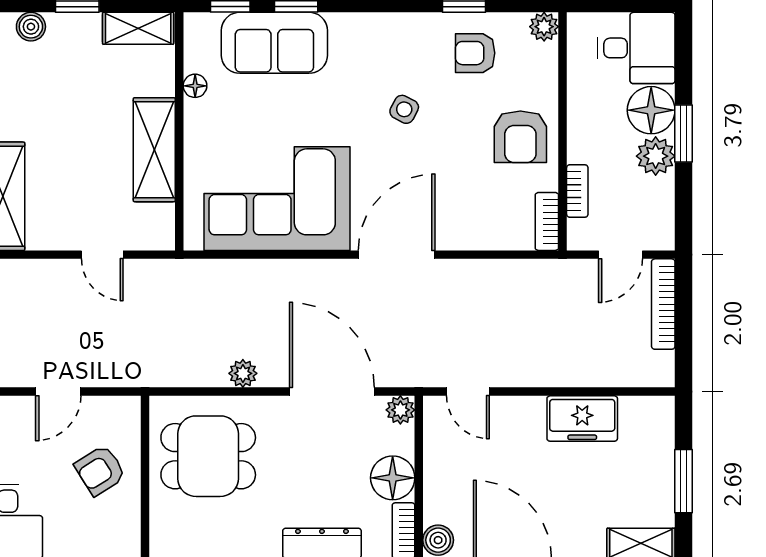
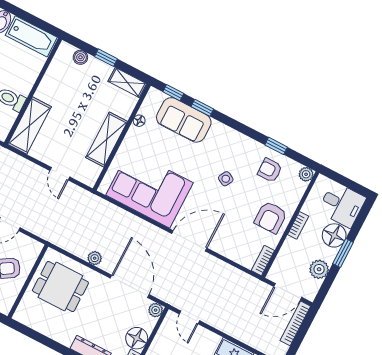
plant: (656, 156) -> (319, 269), moved
bookcase: (577, 191) -> (298, 225), moved
door: (620, 255) -> (288, 292), width x1.38

